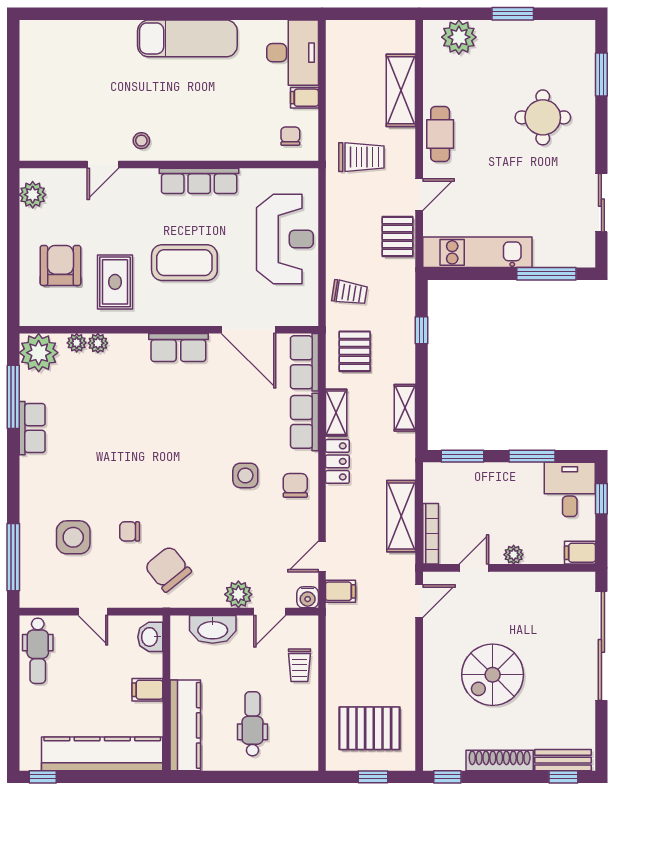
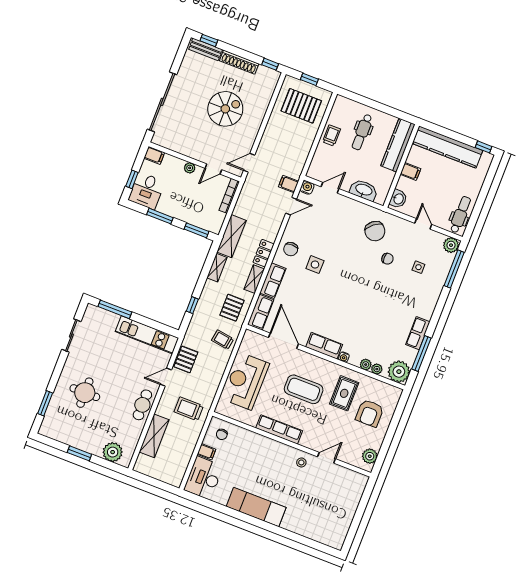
water cooler: (139, 342) -> (344, 357), added
shelving: (401, 516) -> (231, 236), moved
side table: (73, 537) -> (418, 267), width x0.54, depth x0.54
plant: (238, 594) -> (451, 245), moved
trolley: (299, 665) -> (331, 135), moved

